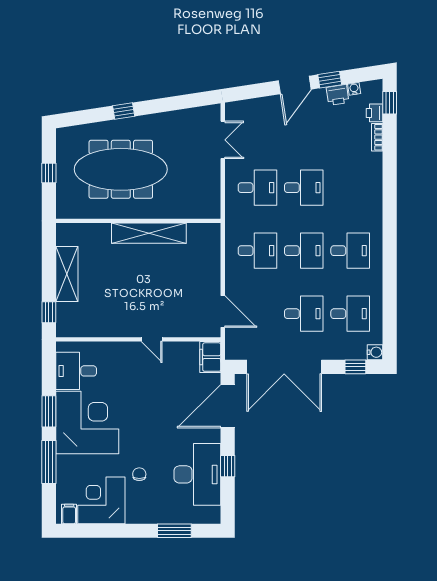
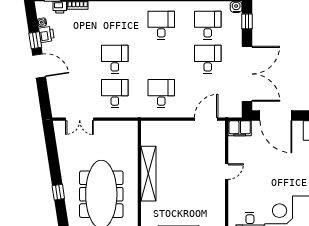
double door: (223, 140) -> (80, 119), swing flipped
desk: (304, 251) -> (161, 59), removed

